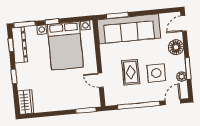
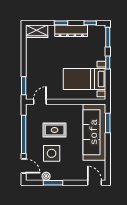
dresser: (20, 45) -> (71, 31), moved
bed with nightstands: (65, 46) -> (84, 79), width x0.73
floor lamp: (176, 47) -> (73, 174), removed
door: (101, 80) -> (40, 102), moved

